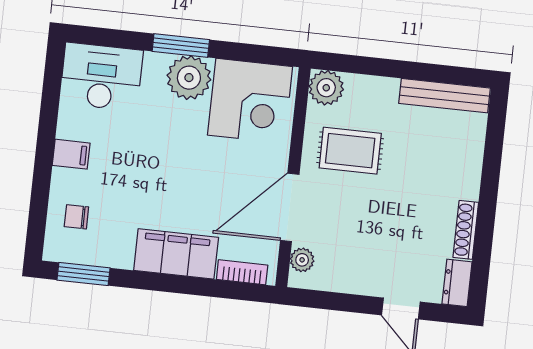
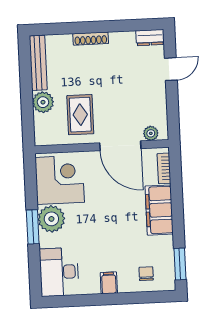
plant: (326, 88) -> (43, 102), moved
chair: (76, 217) -> (146, 274), turned 180
shoe rack: (466, 230) -> (91, 39), moved

